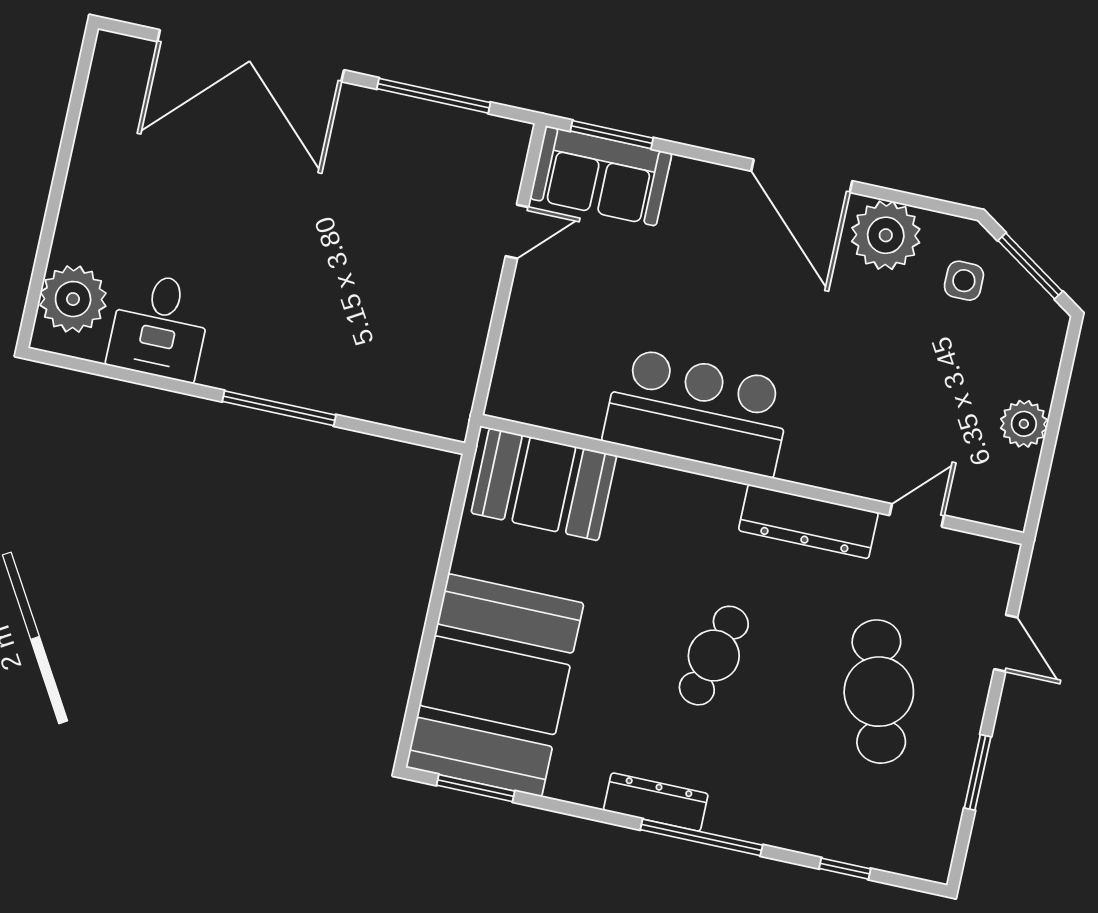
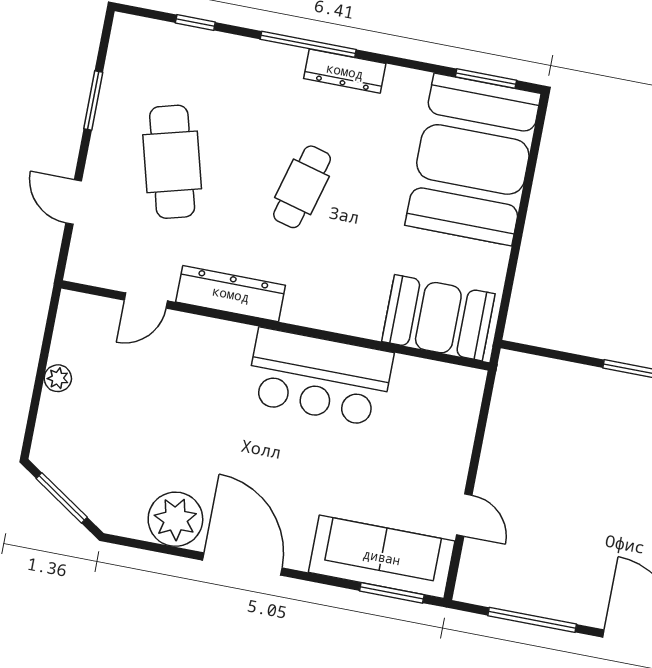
sofa: (601, 176) -> (382, 557), width x1.36
door: (517, 232) -> (464, 515), swing flipped
side table: (964, 281) -> (113, 485), removed
plant: (1024, 424) -> (58, 378), width x0.73, depth x0.73

